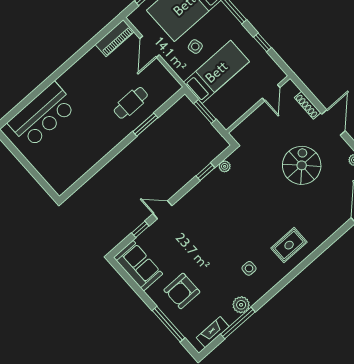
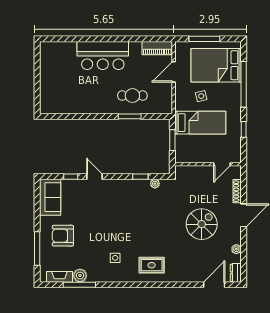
bar counter: (42, 115) -> (103, 55), moved
plant: (241, 305) -> (80, 276), moved

